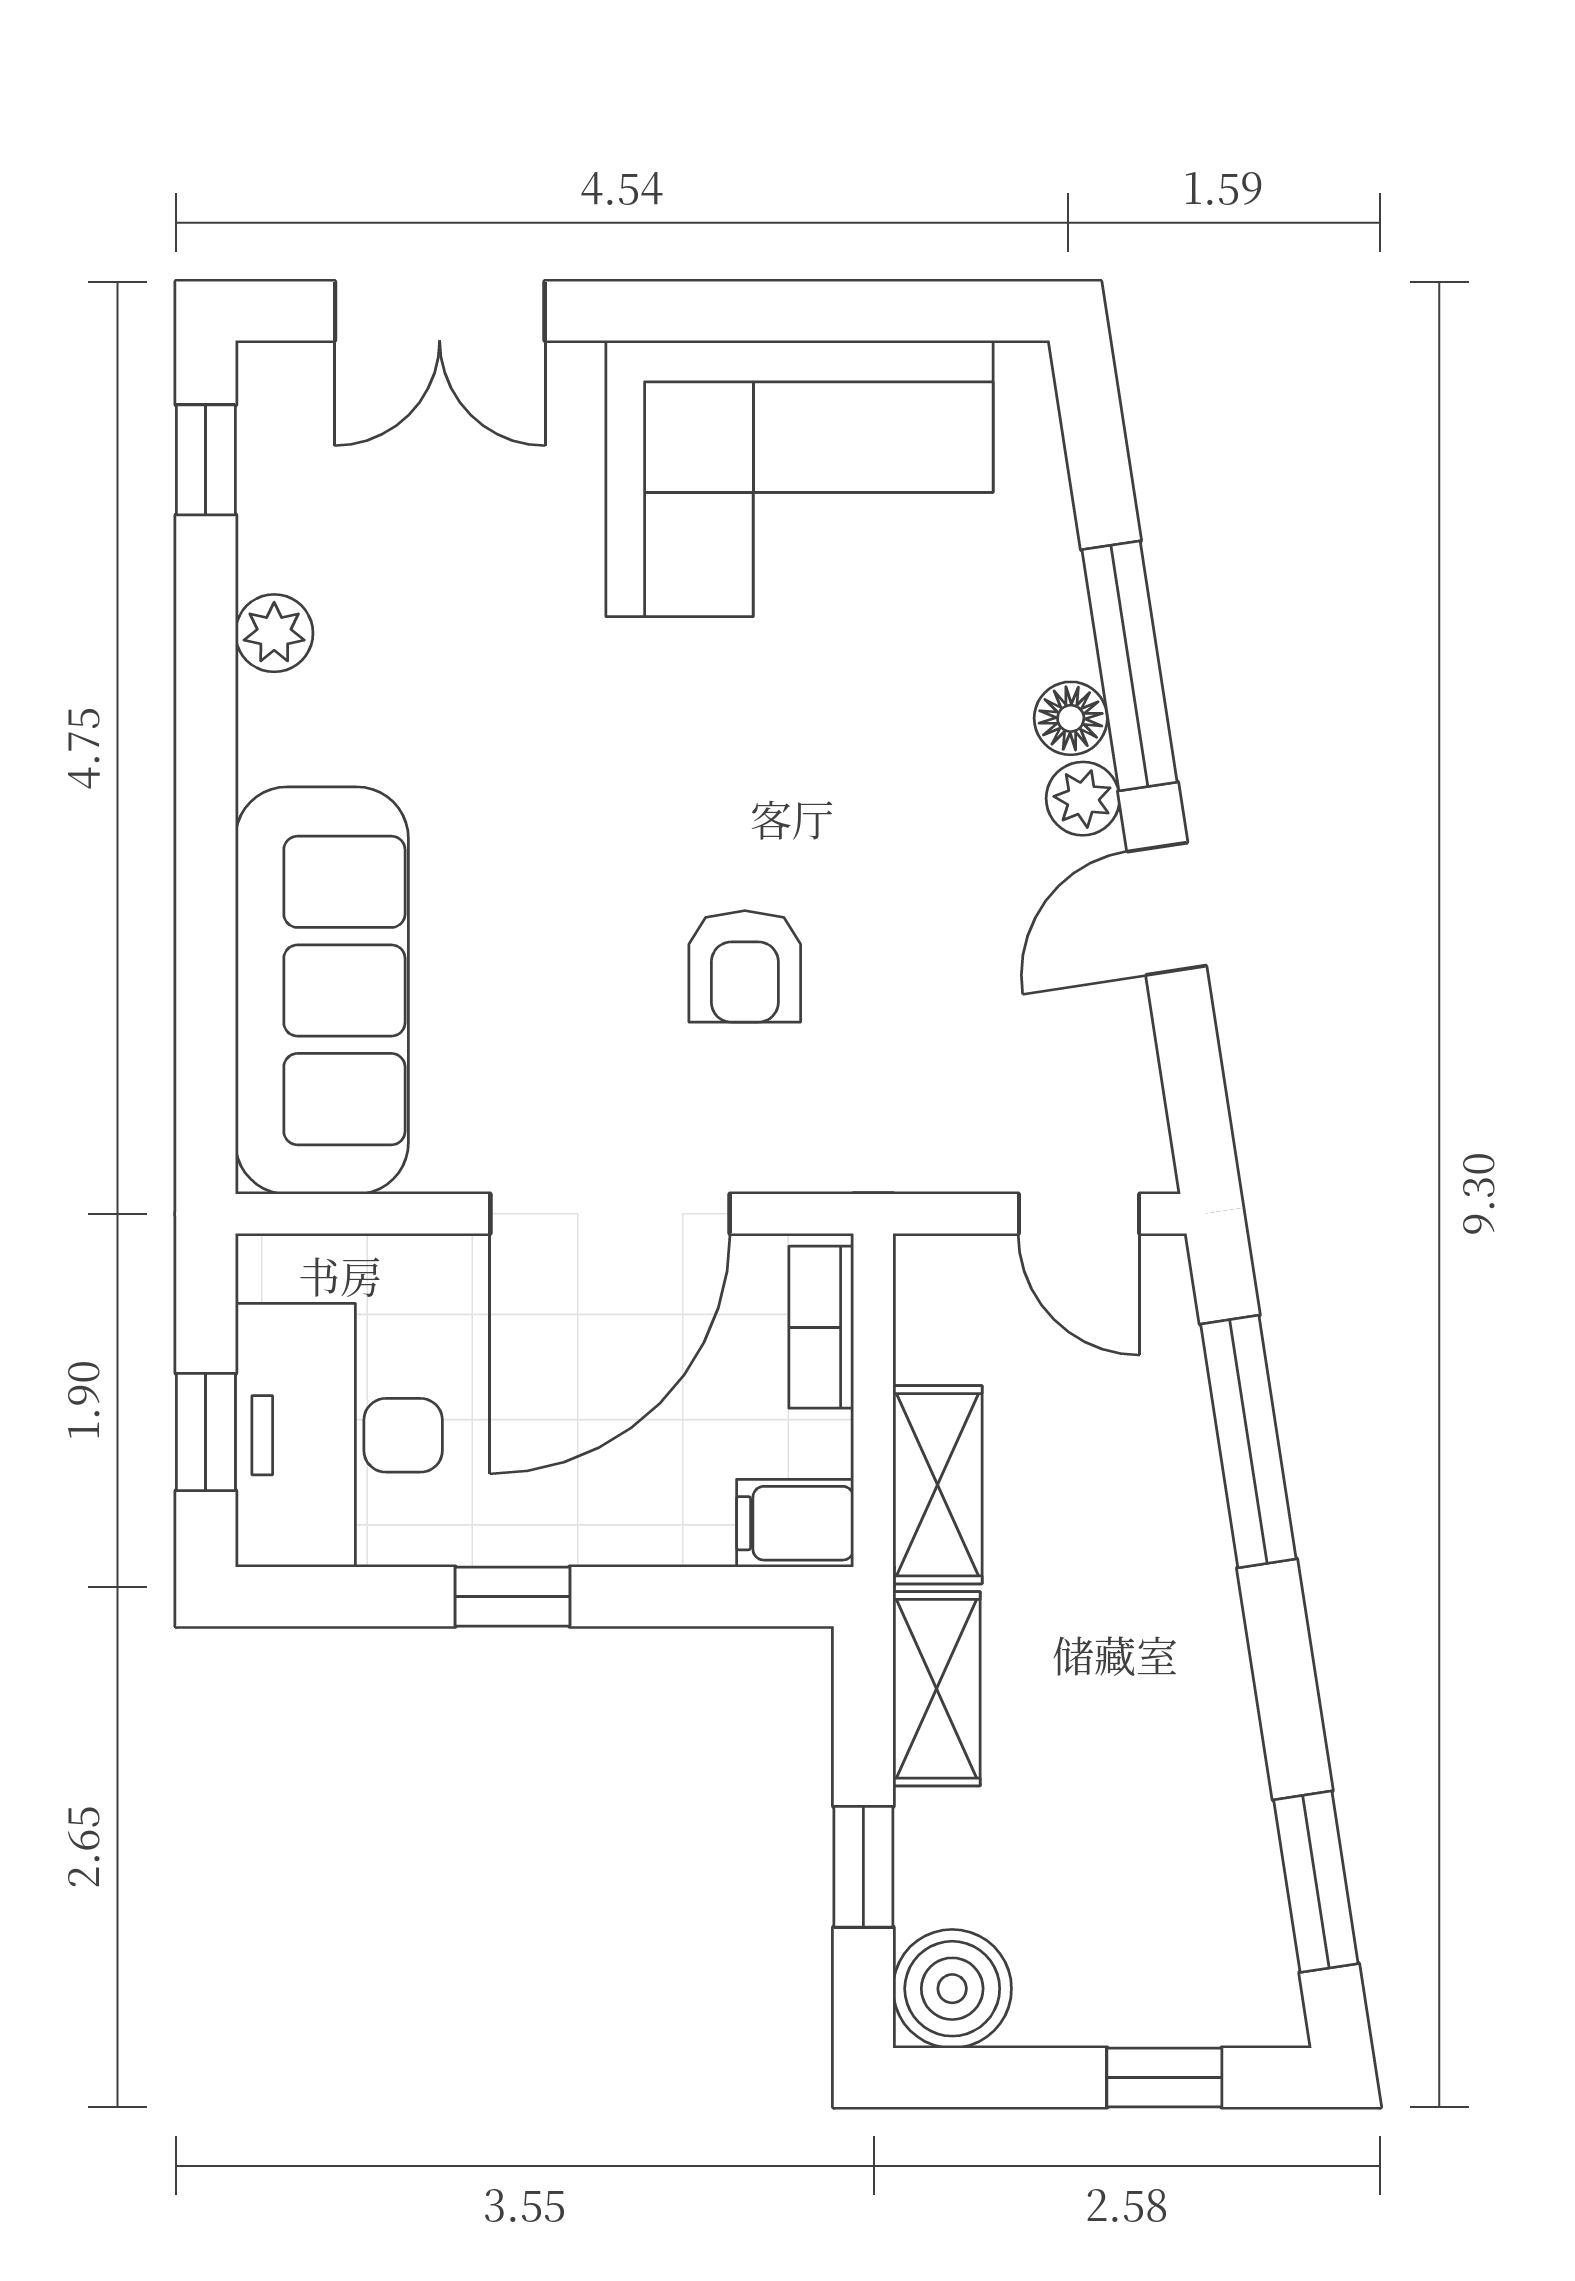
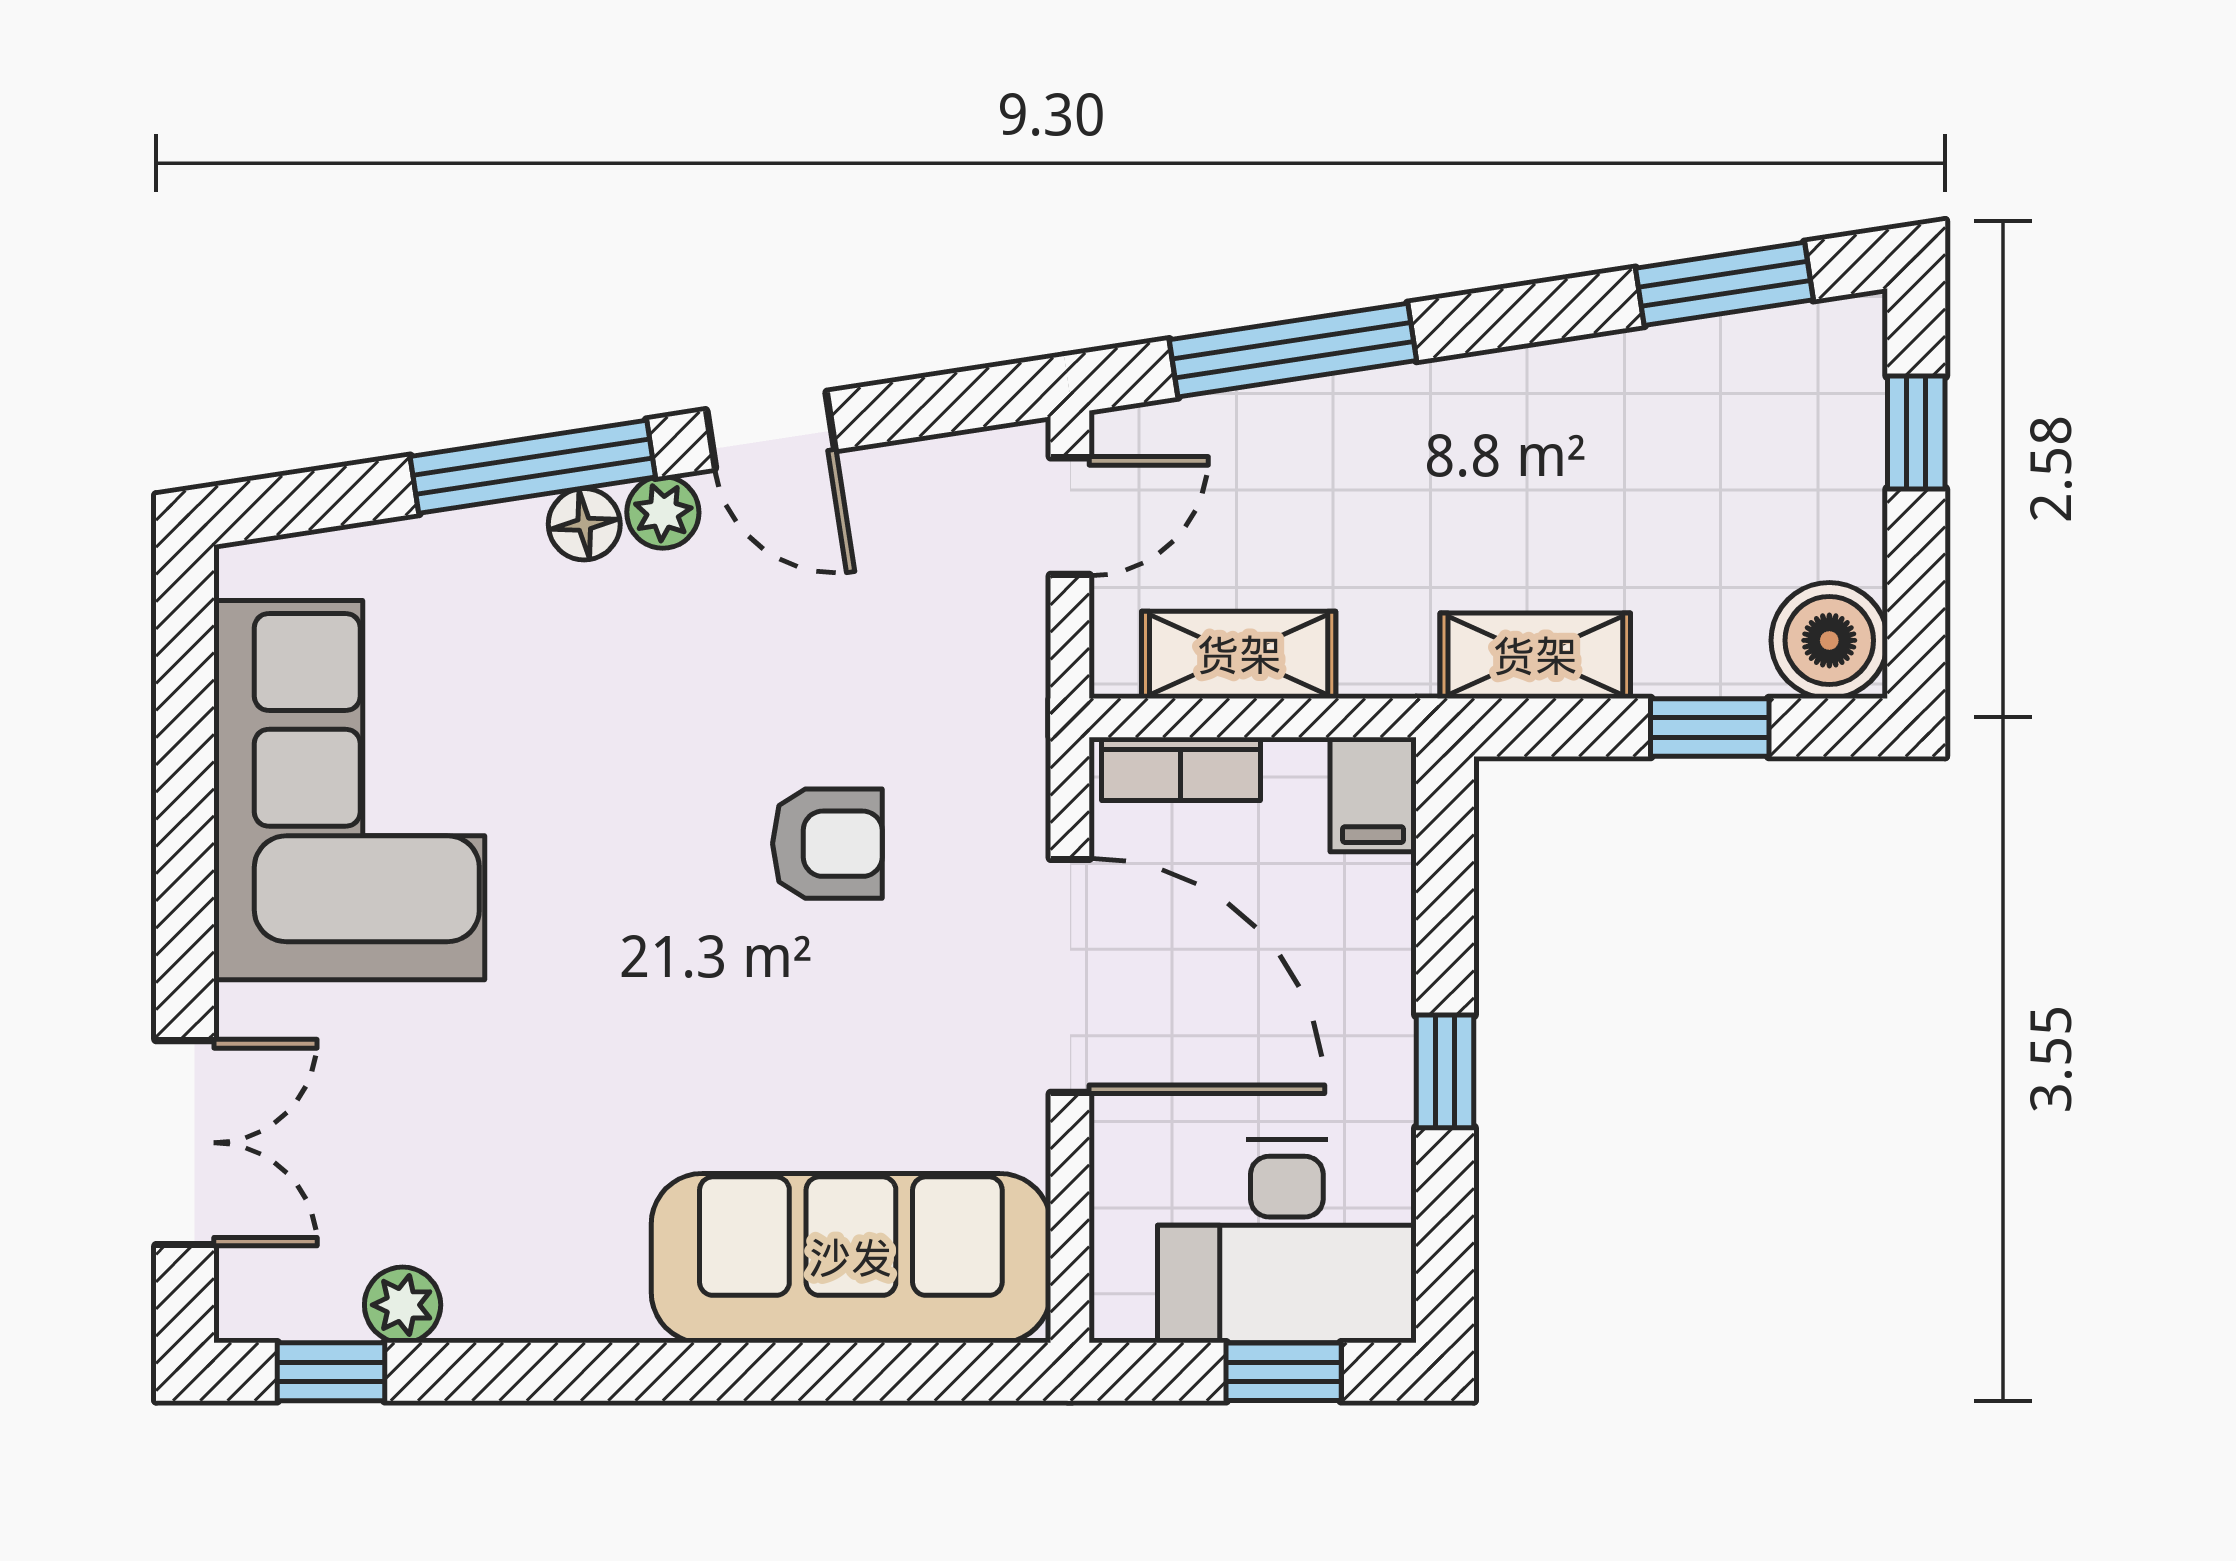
plant: (274, 633) -> (403, 1305), moved
shelving: (937, 1485) -> (1239, 655), moved

